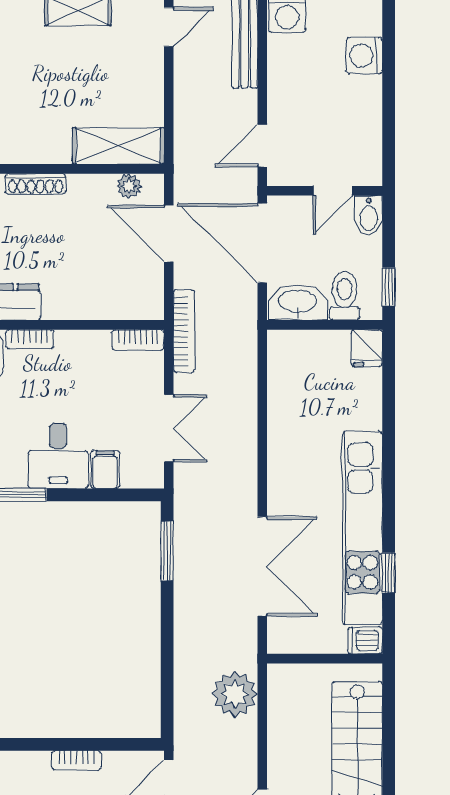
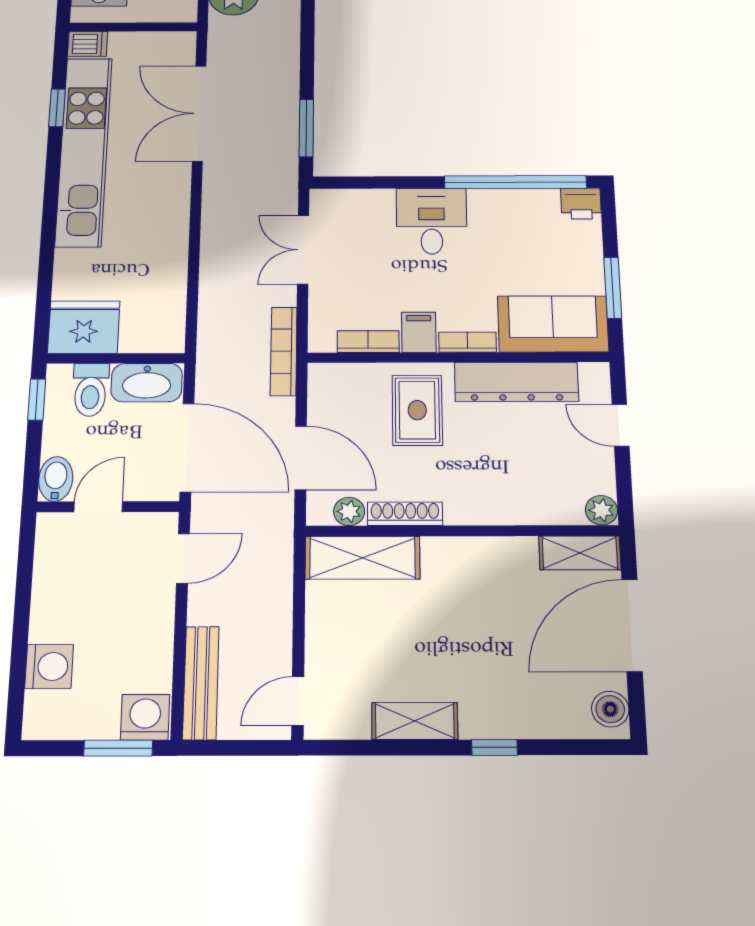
shoe rack: (36, 184) -> (405, 514), moved
rug: (73, 276) -> (417, 410), added
bookcase: (138, 340) -> (368, 342), moved
fridge: (367, 348) -> (84, 327), width x1.88, depth x1.34
filing cabinet: (105, 470) -> (419, 332), moved, turned 180

